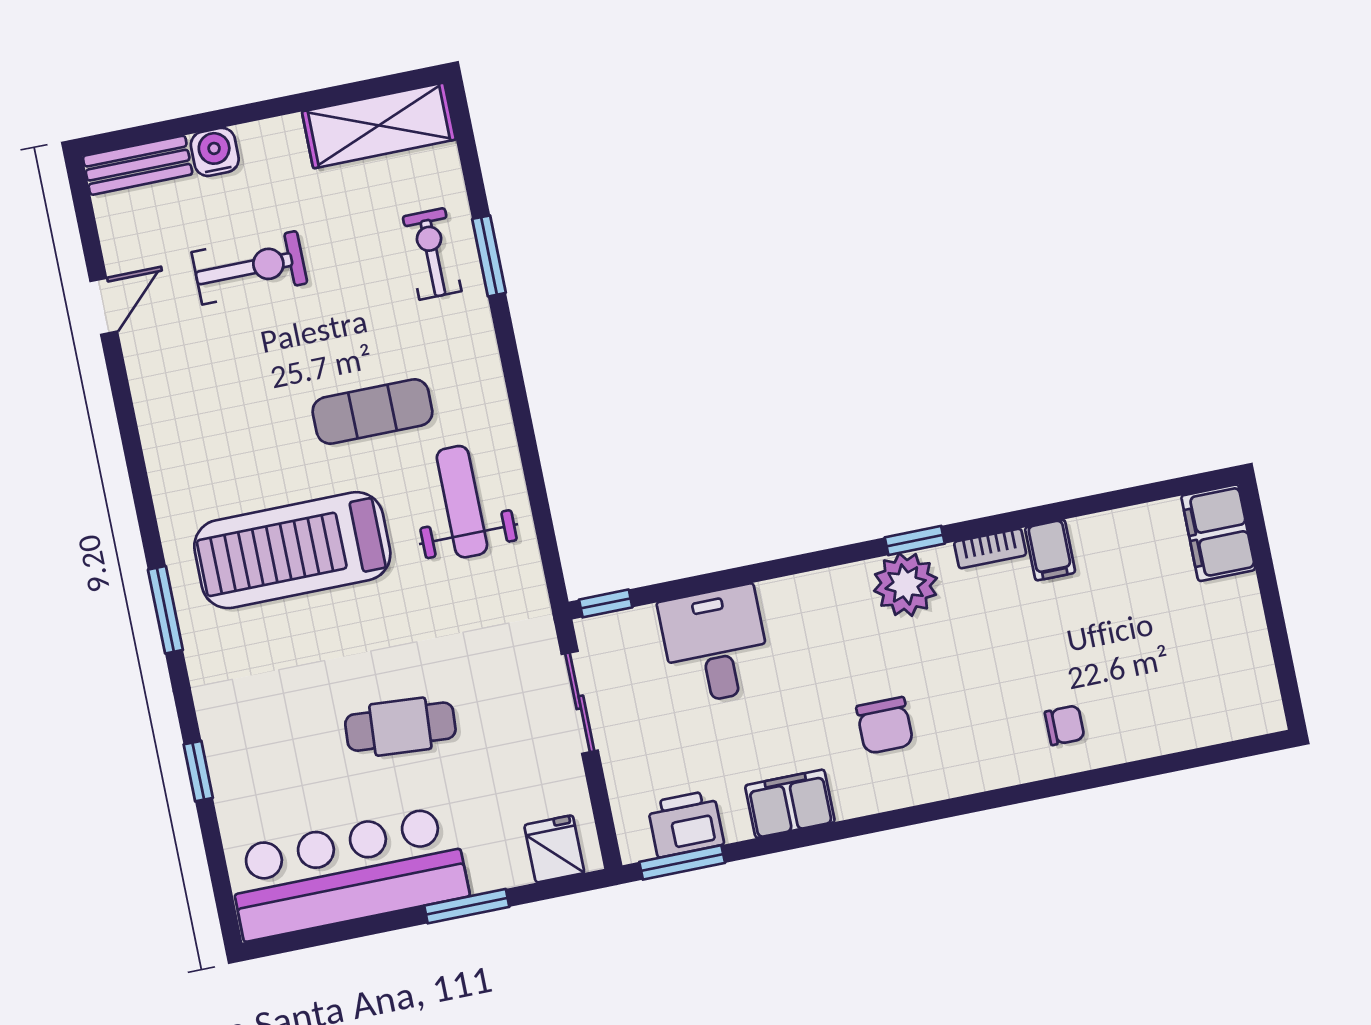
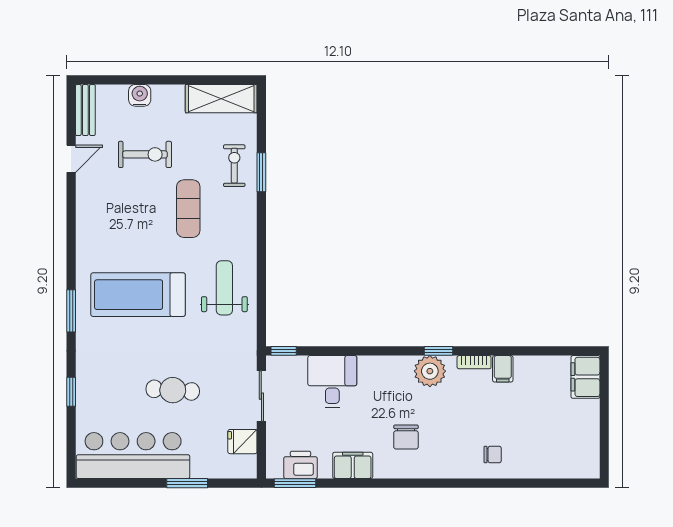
bench: (138, 165) -> (85, 110), moved, turned 90
exercise mat: (372, 412) -> (188, 209), moved, turned 90
fridge: (554, 849) -> (242, 442), moved, turned -90

